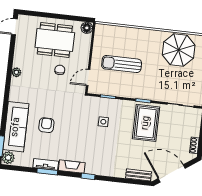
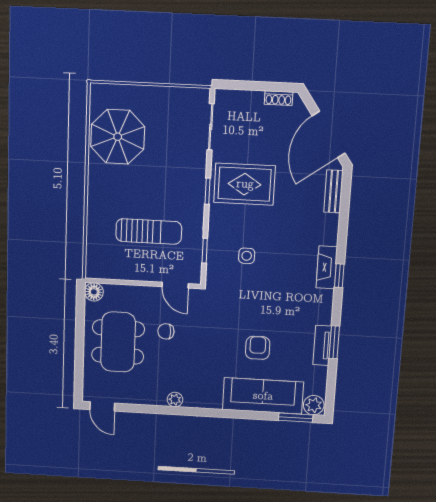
sun lounger: (122, 64) -> (149, 231), turned -90
armchair: (46, 125) -> (258, 348), turned 90
fireplace: (72, 167) -> (327, 267), moved

